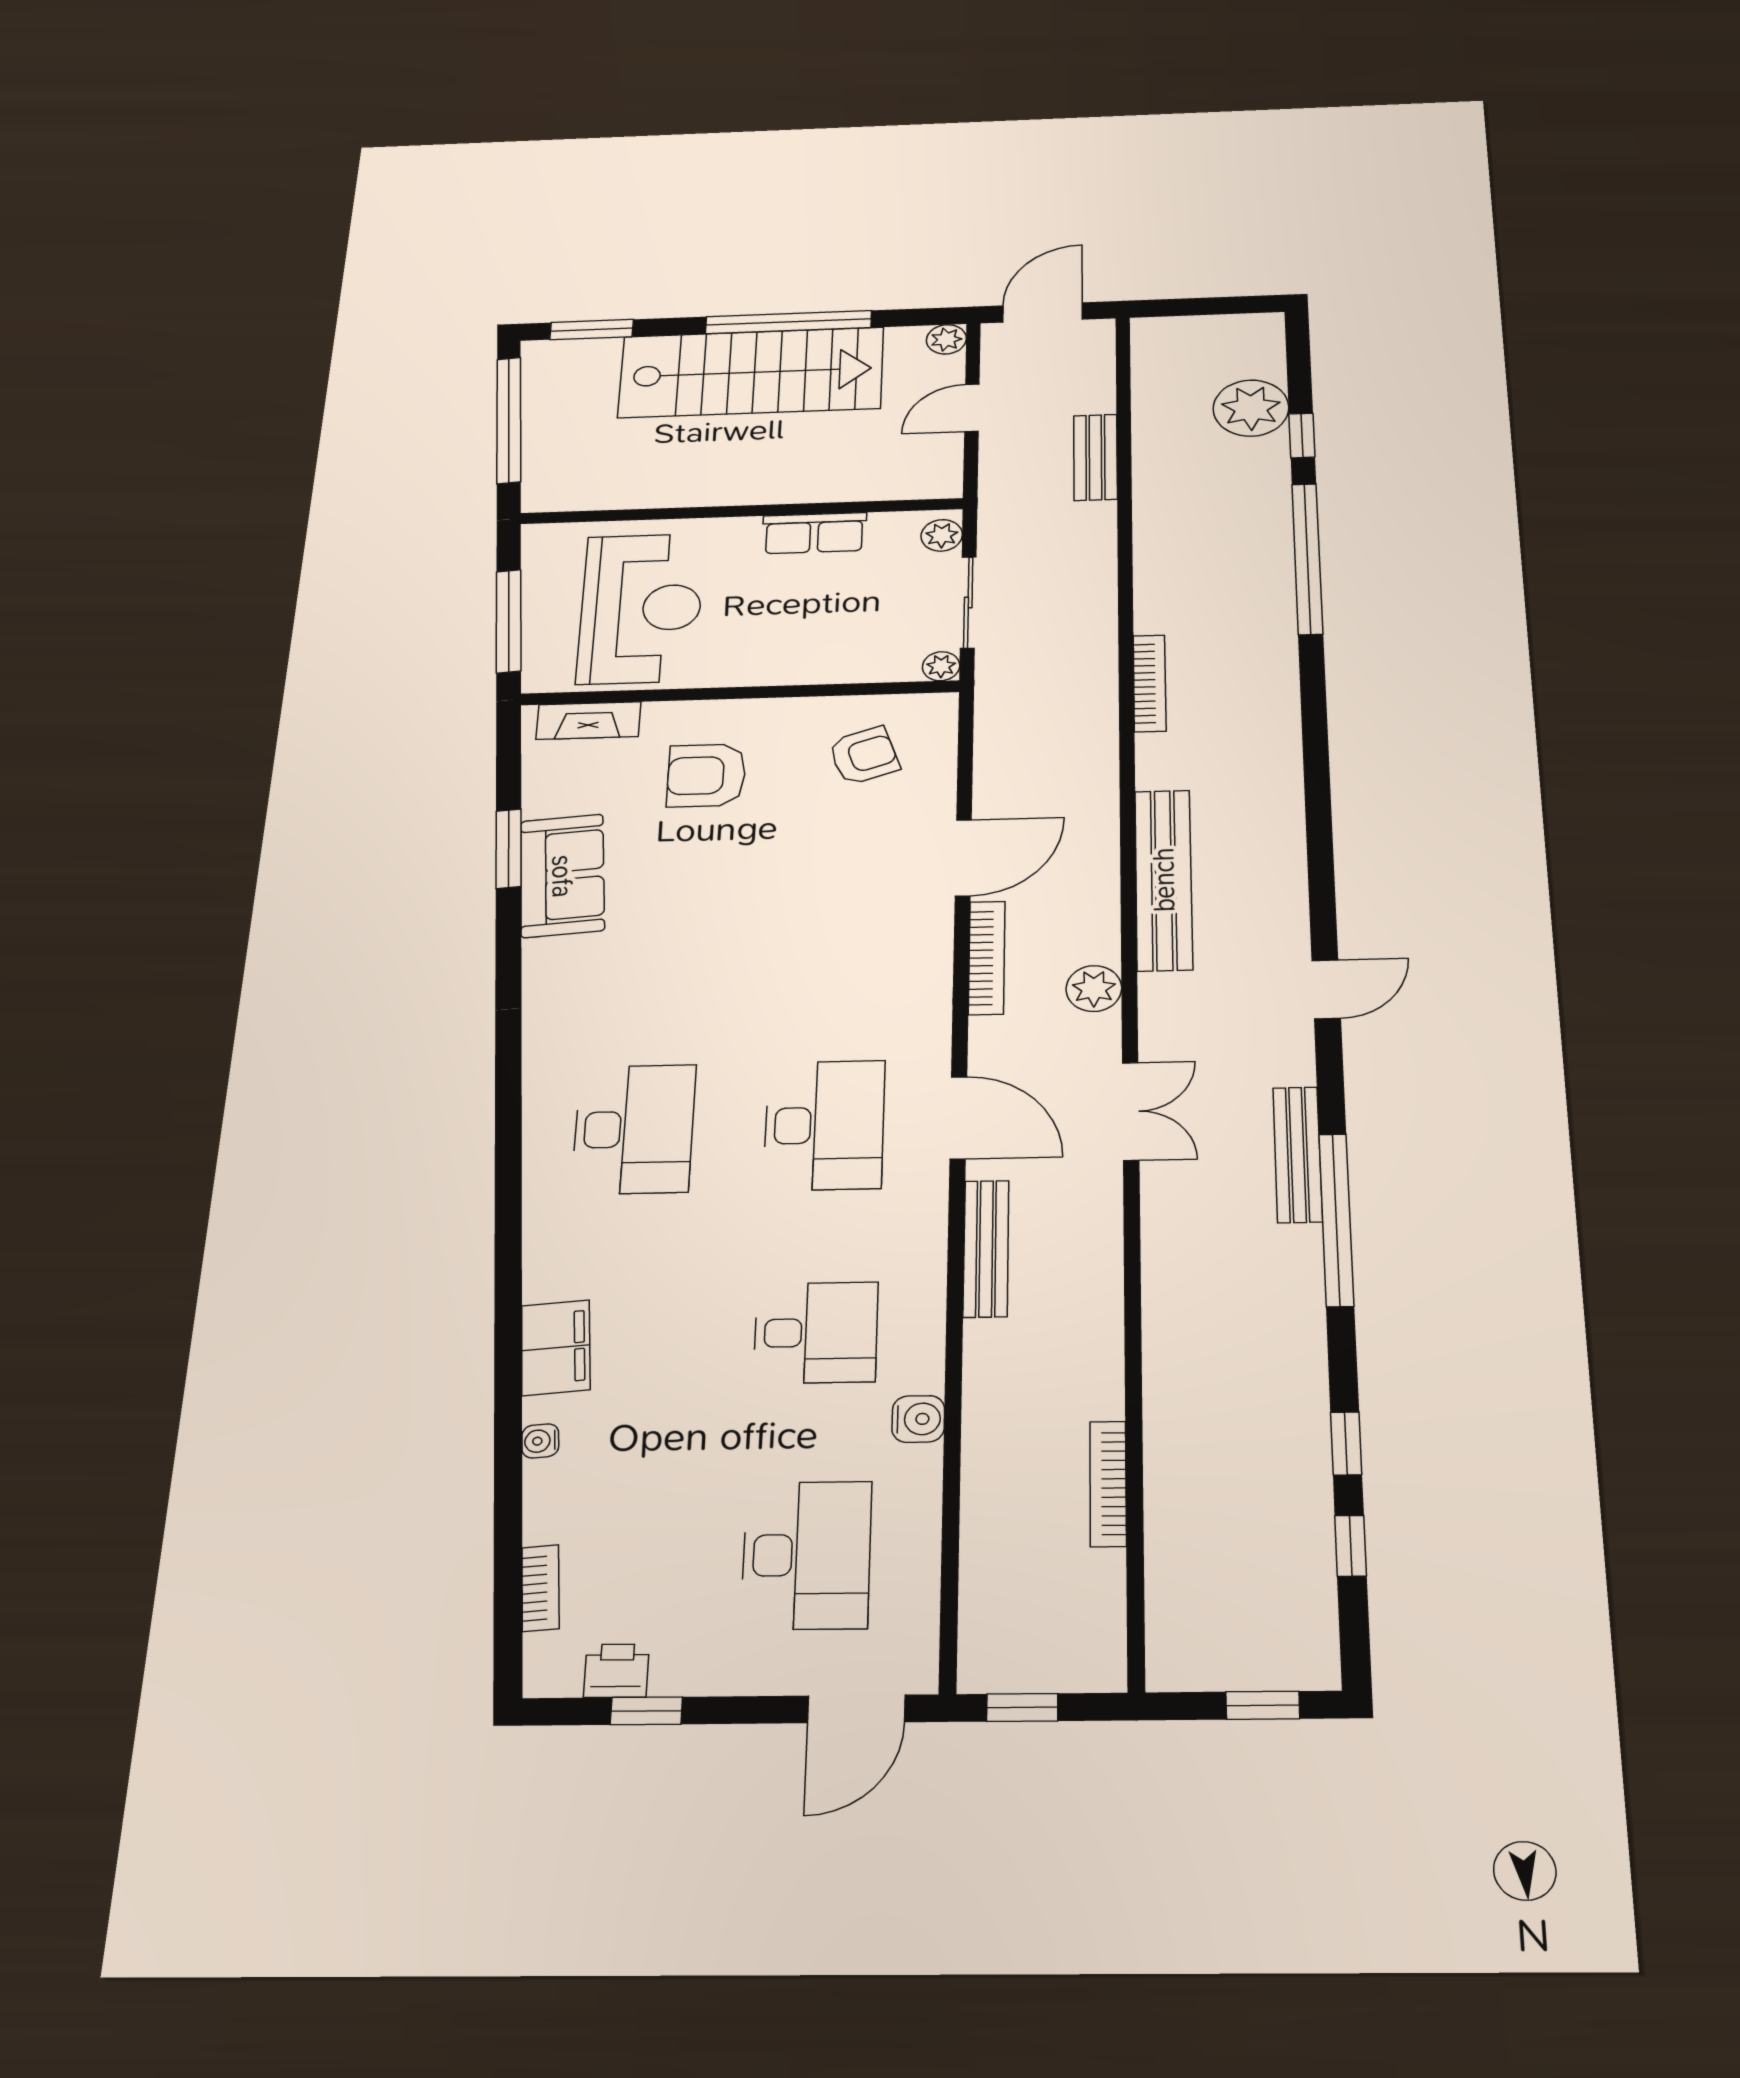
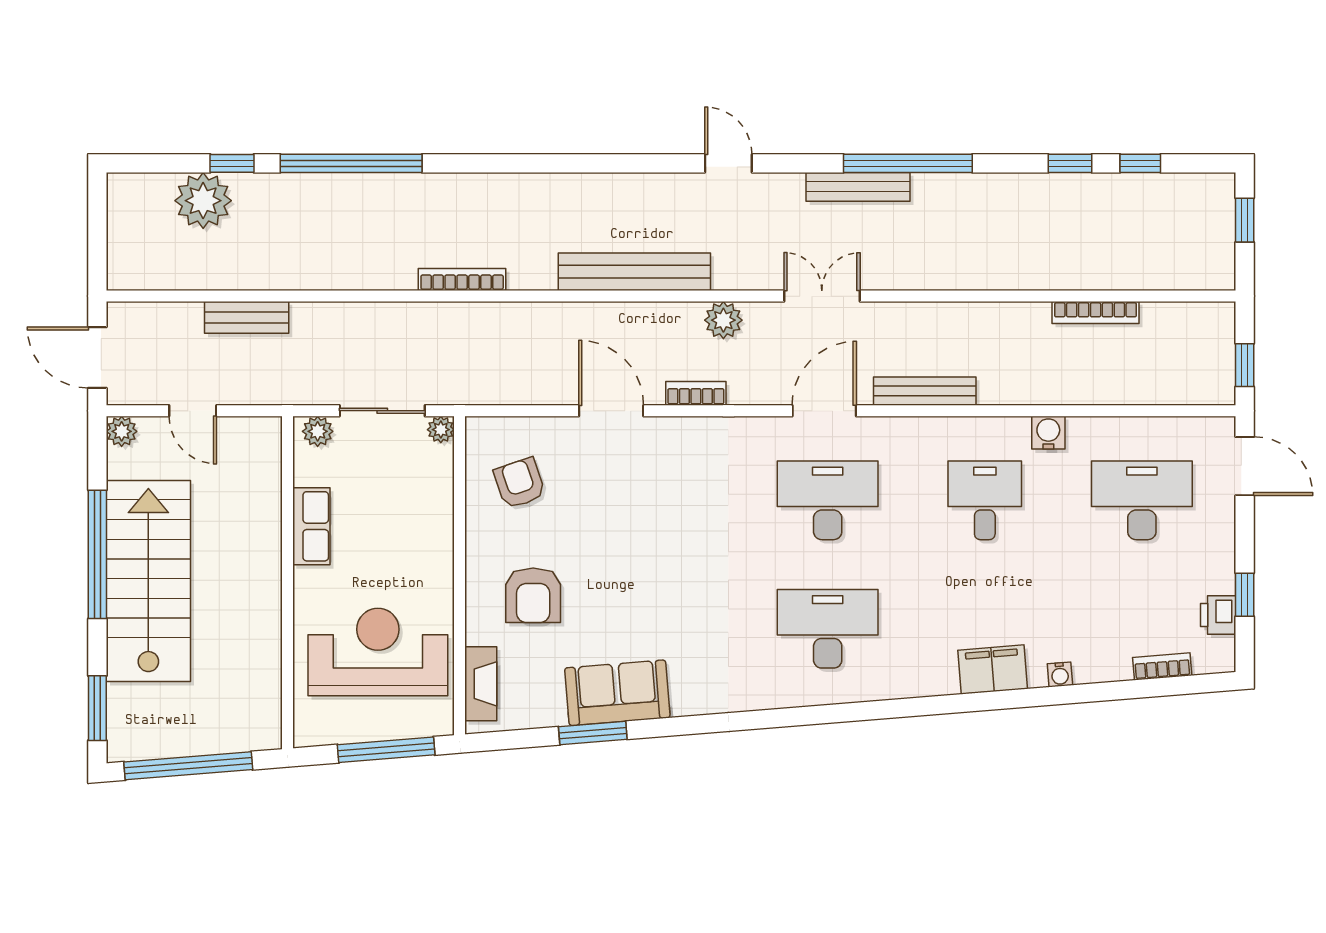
bookcase: (987, 958) -> (696, 393), width x0.64

